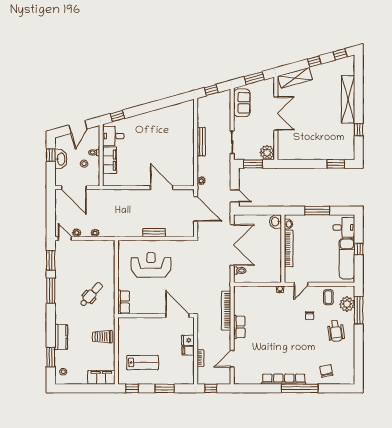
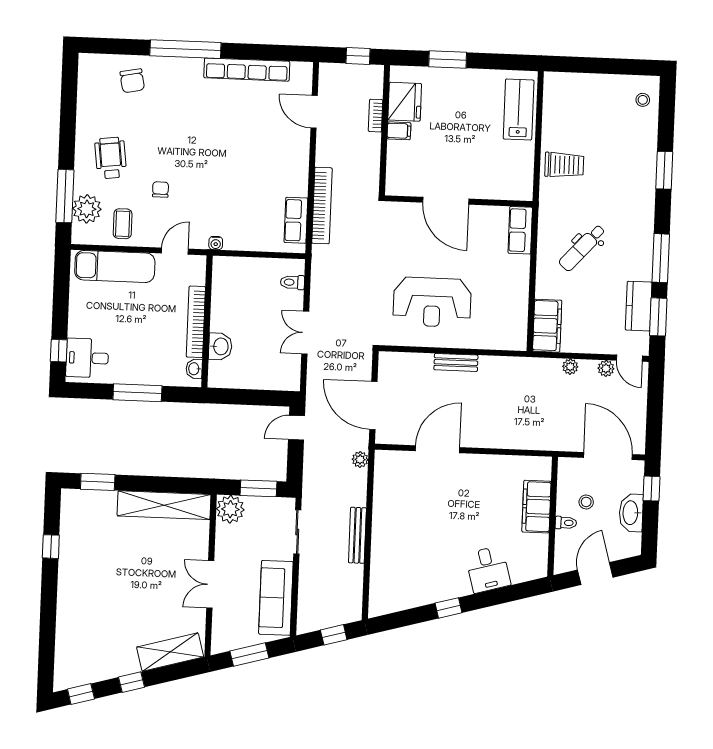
shelving: (348, 99) -> (164, 505), moved, turned 90
sofa: (242, 103) -> (276, 598), width x1.36
double door: (276, 113) -> (210, 584), width x0.73
window: (117, 116) -> (449, 608), moved
desk: (113, 136) -> (488, 569), moved, turned 75
window: (51, 155) -> (651, 489), moved
door: (162, 188) -> (438, 449), swing flipped
door: (235, 196) -> (297, 428), hinge flipped
washbasin: (276, 222) -> (220, 346), moved
double door: (232, 245) -> (305, 333), width x0.54
window: (359, 249) -> (59, 351), moved
exam couch: (347, 259) -> (115, 266), moved, turned 90
reception desk: (151, 265) -> (432, 302), moved
door: (177, 316) -> (446, 201), moved
row of seats: (239, 327) -> (296, 220), moved
kitchen counter: (61, 337) -> (639, 306), moved
fridge: (188, 340) -> (405, 102), moved, width x1.88, depth x1.34
window: (51, 357) -> (664, 170), moved
door: (232, 359) -> (314, 112), swing flipped
lab bench: (143, 362) -> (519, 110), moved, turned 90
filing cabinet: (101, 377) -> (547, 326), moved, turned -90
row of seats: (284, 379) -> (247, 70), moved
window: (132, 388) -> (510, 62), removed

